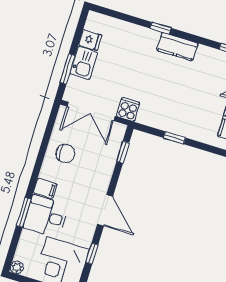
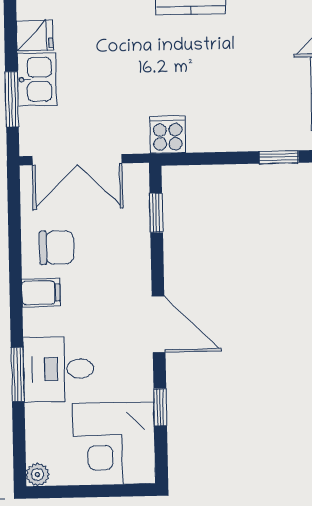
cooker: (128, 110) -> (168, 135), moved
window: (174, 138) -> (279, 157), moved
filing cabinet: (45, 188) -> (41, 293), moved

